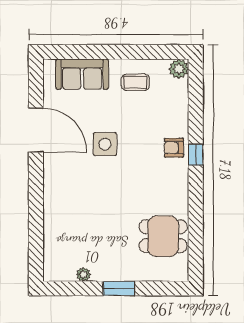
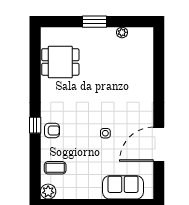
coffee table: (135, 82) -> (55, 168), moved
door: (36, 130) -> (159, 144), hinge flipped
side table: (105, 144) -> (105, 133), width x0.54, depth x0.54

